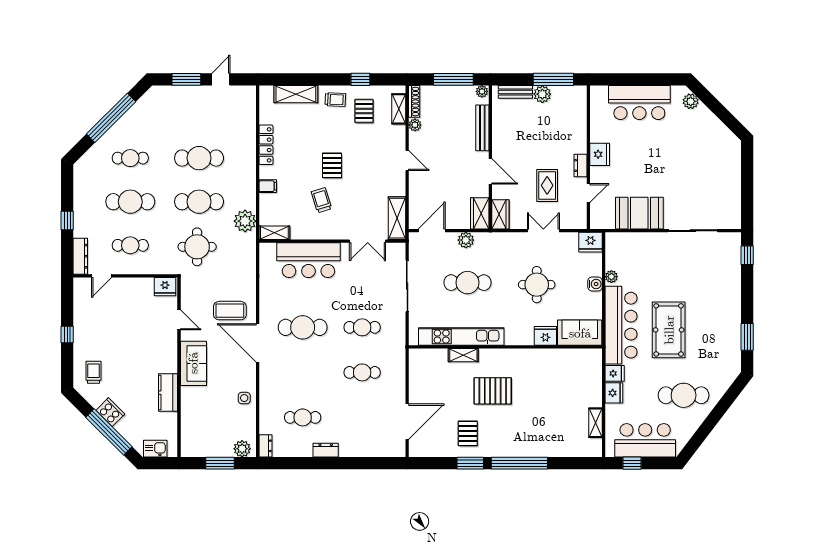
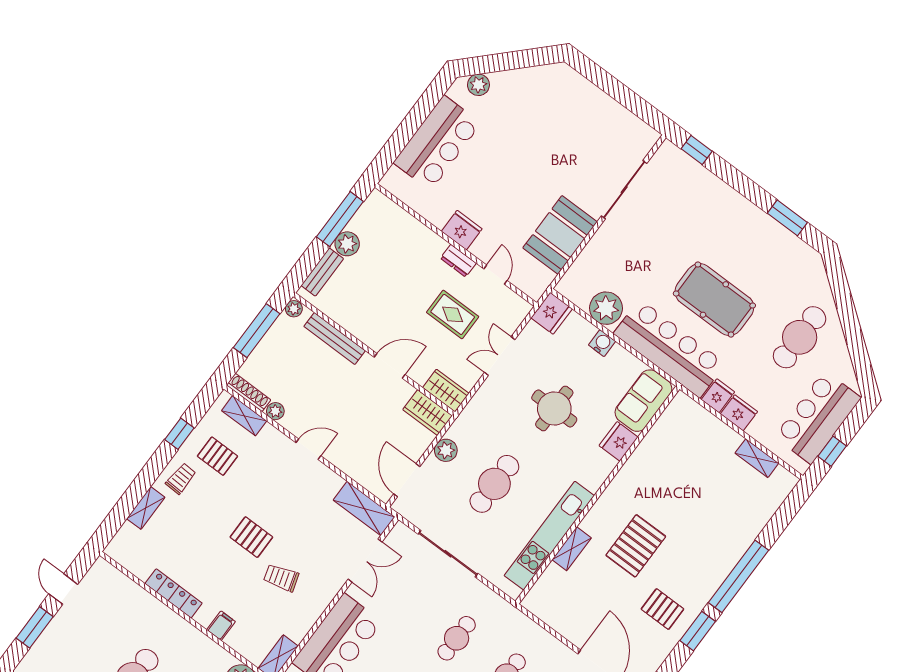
shelving: (296, 94) -> (146, 508), width x0.67, depth x0.75
plant: (611, 277) -> (606, 308), width x1.87, depth x1.87

